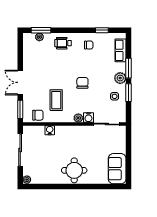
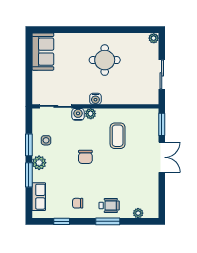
window: (41, 30) -> (108, 221), moved
chair: (38, 115) -> (140, 117), removed
water cooler: (50, 130) -> (95, 99), moved
sliding door: (20, 150) -> (162, 74), width x0.73
round table: (74, 170) -> (105, 60), moved

